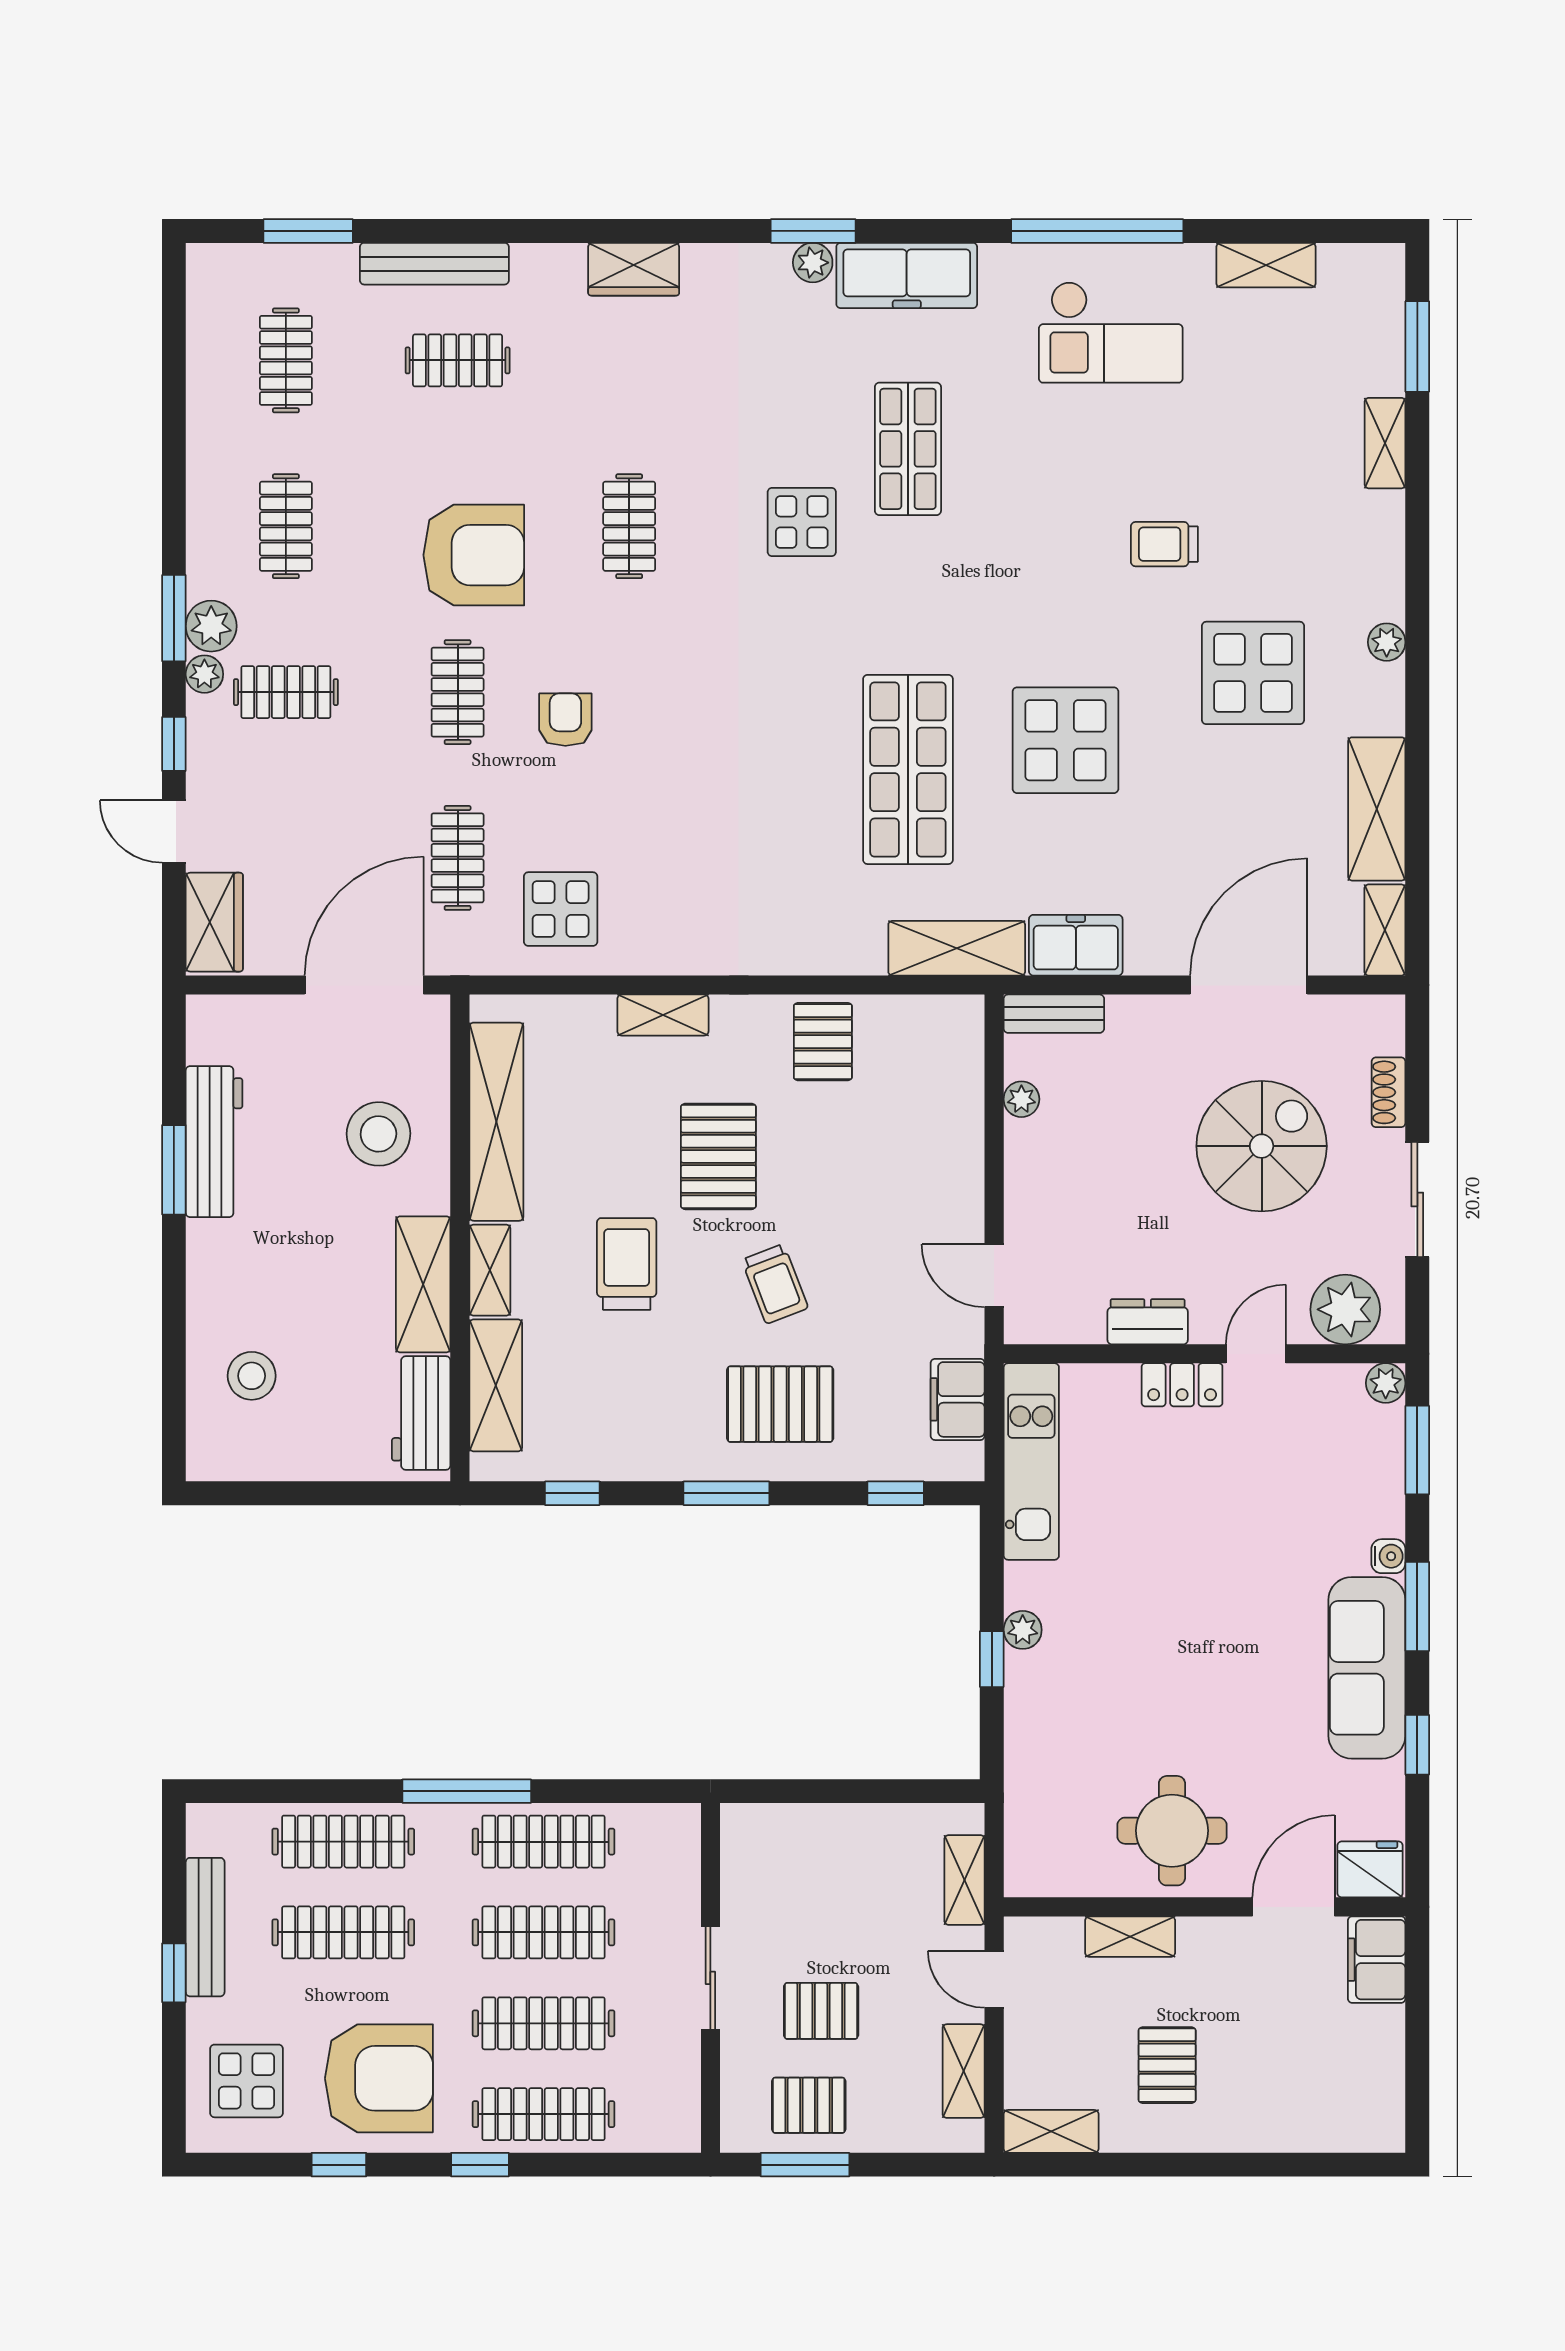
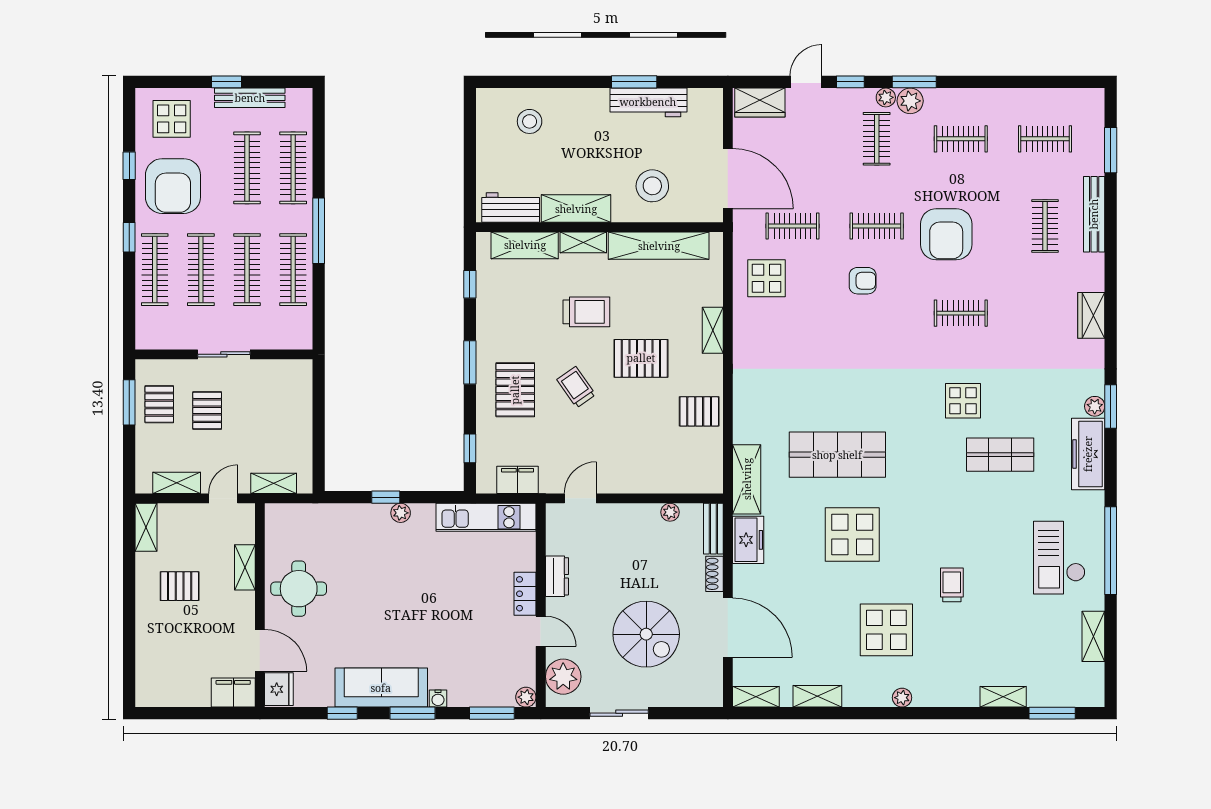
shelving: (1377, 809) -> (817, 696), width x0.67, depth x0.75
shoe rack: (1389, 1092) -> (715, 574), moved, turned -90
trolley: (775, 1284) -> (576, 387), turned 76

